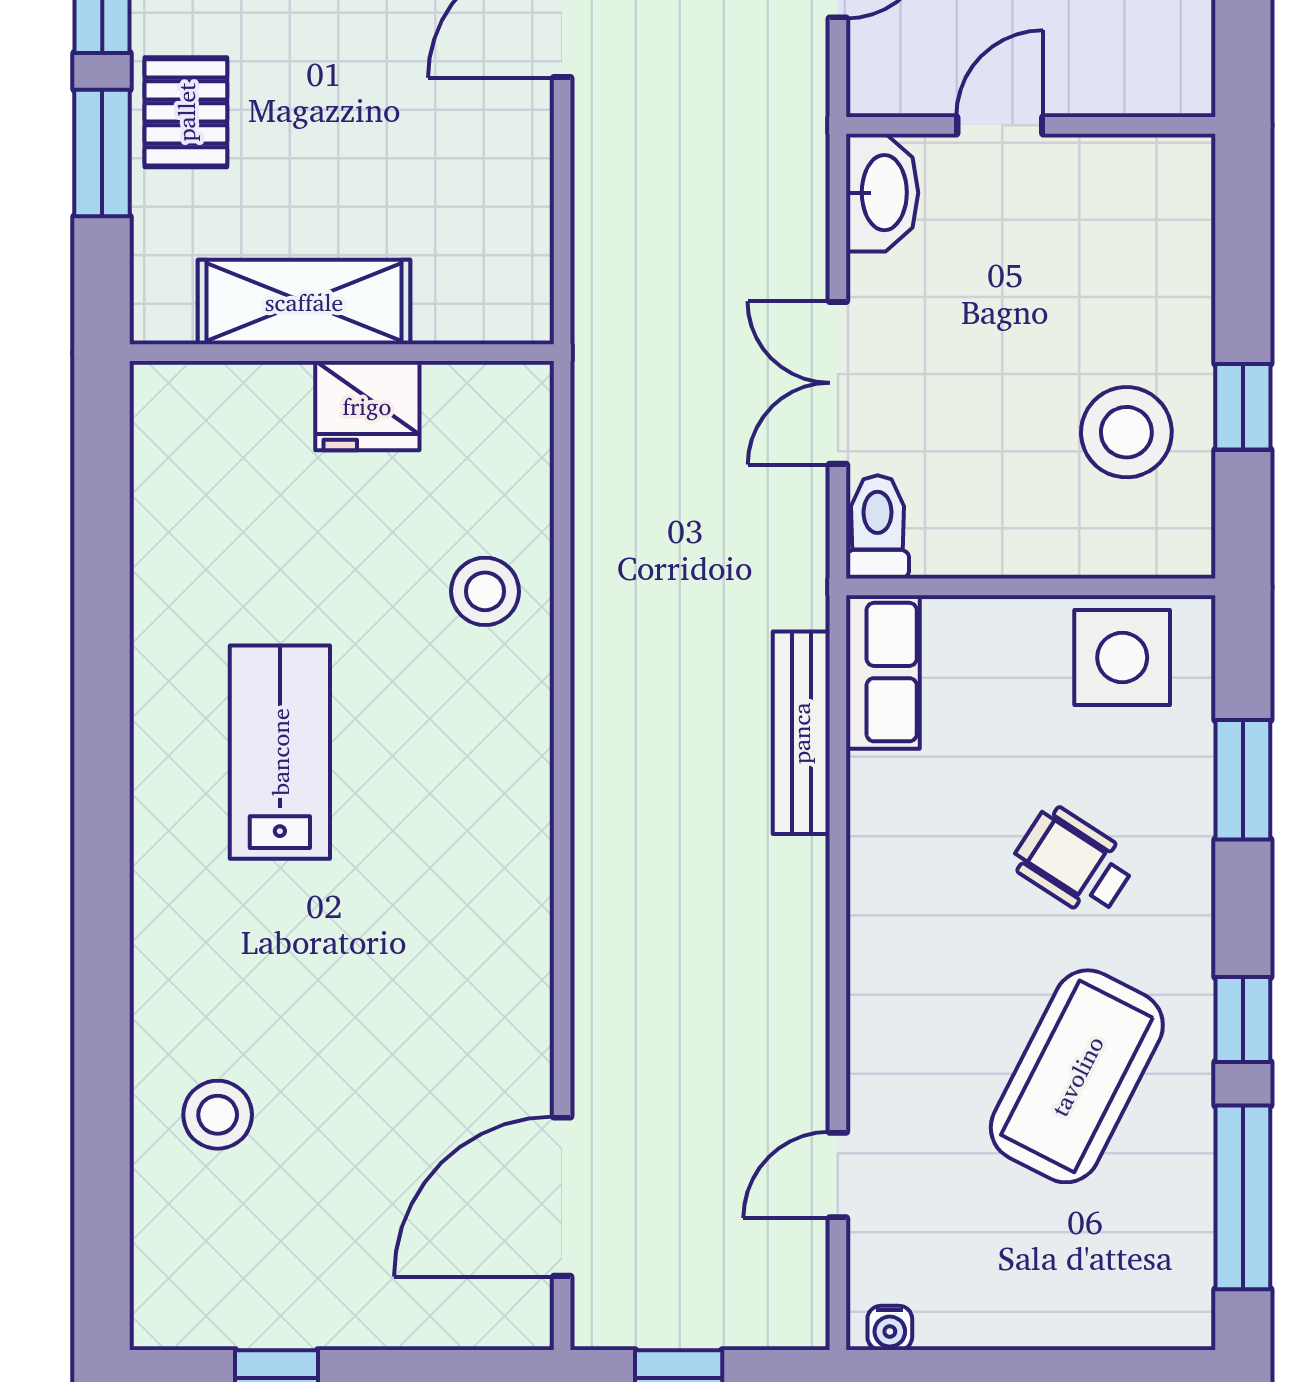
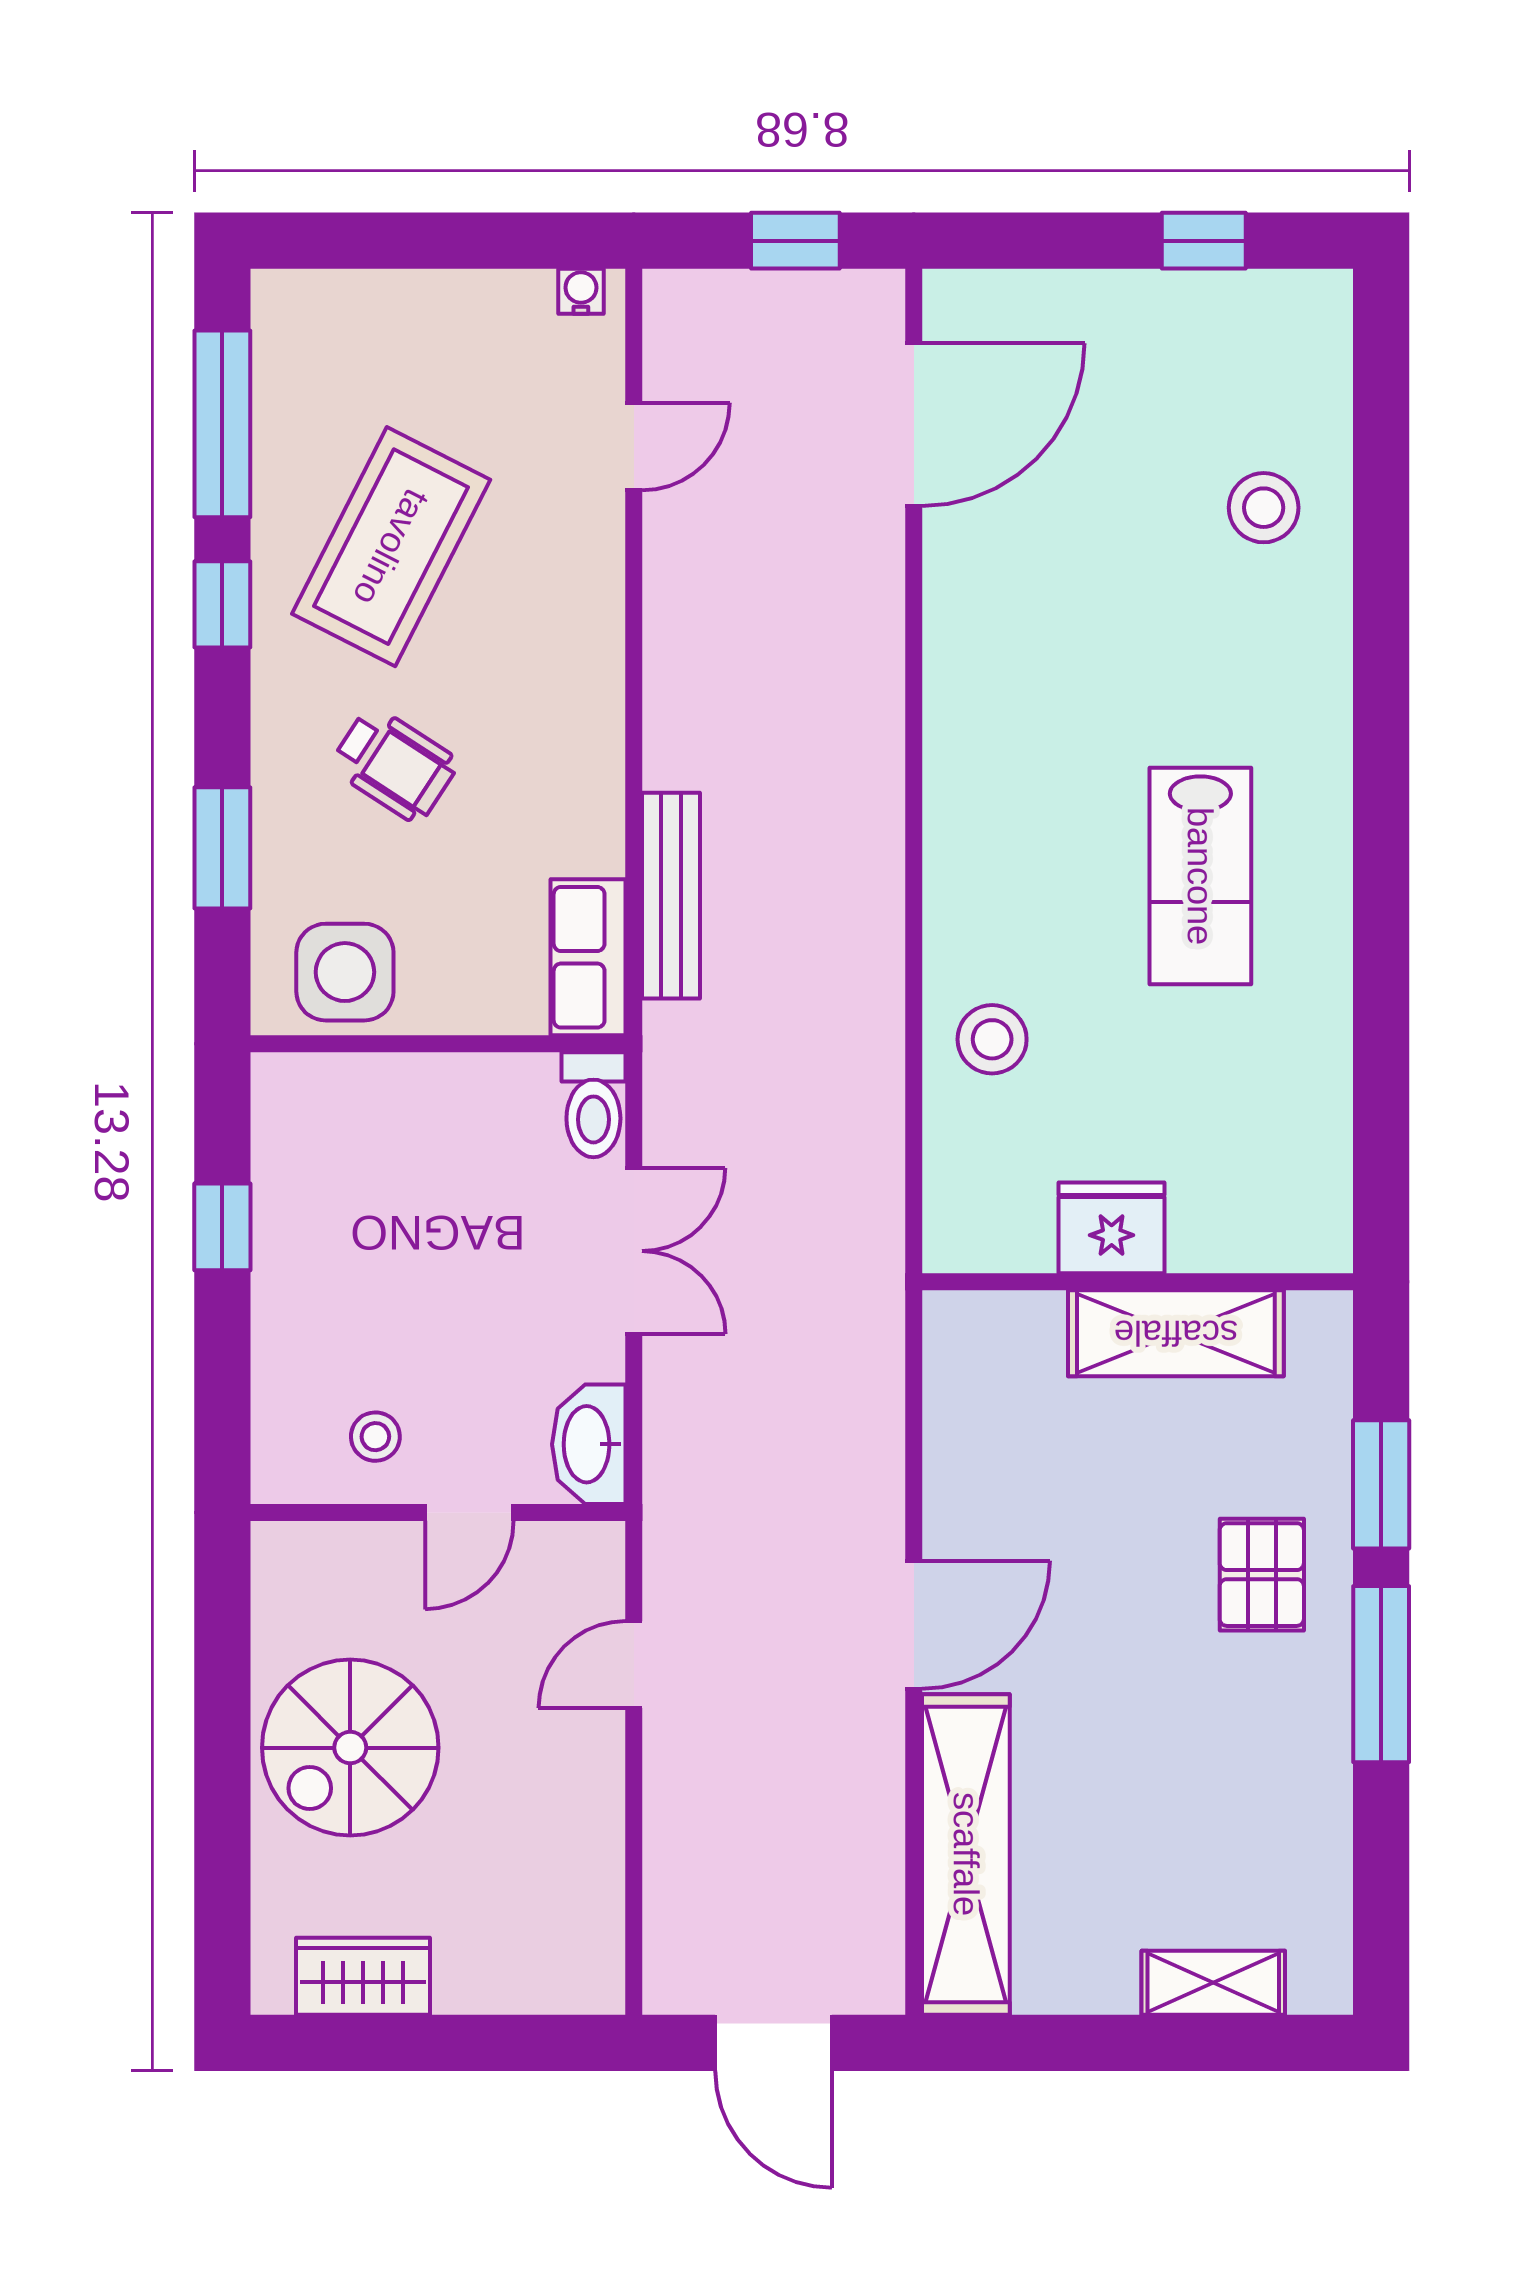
pallet: (186, 112) -> (1262, 1575), moved
stool: (1126, 432) -> (375, 1437), moved, width x0.53, depth x0.53

